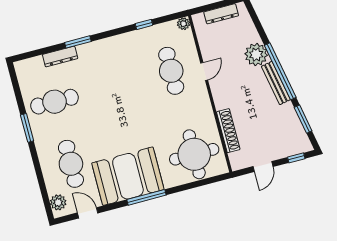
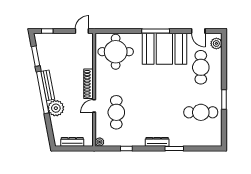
dresser: (60, 57) -> (157, 142), moved
shoe rack: (228, 131) -> (88, 84), moved
door: (263, 167) -> (82, 31), moved

